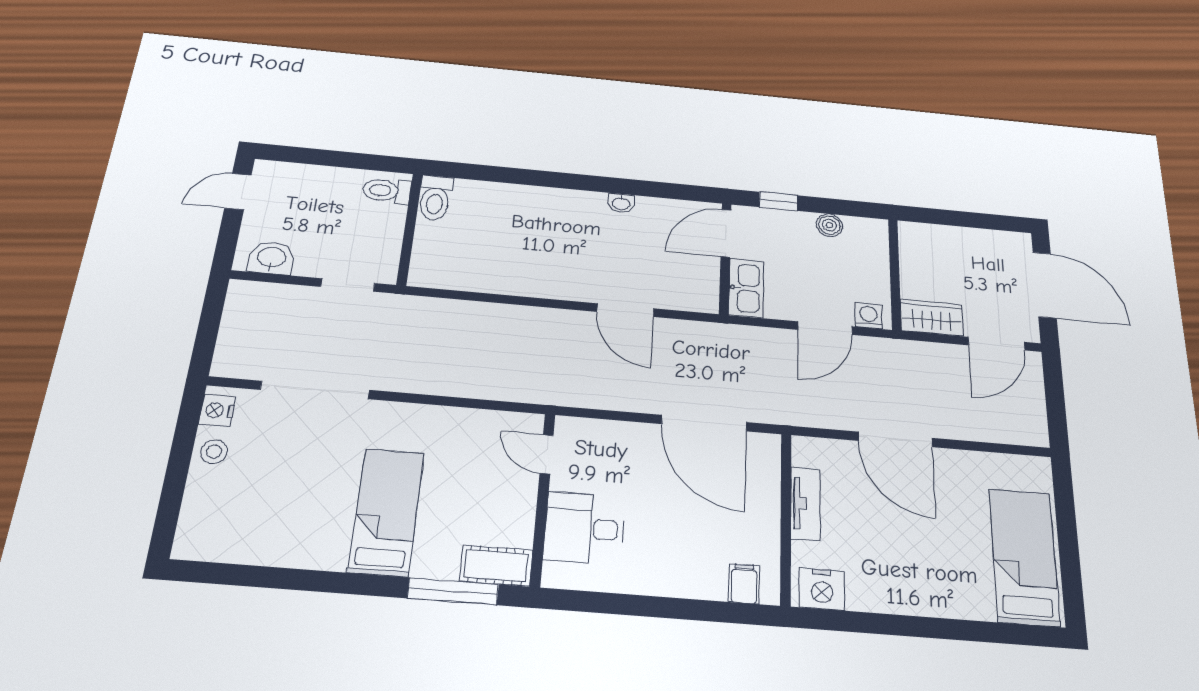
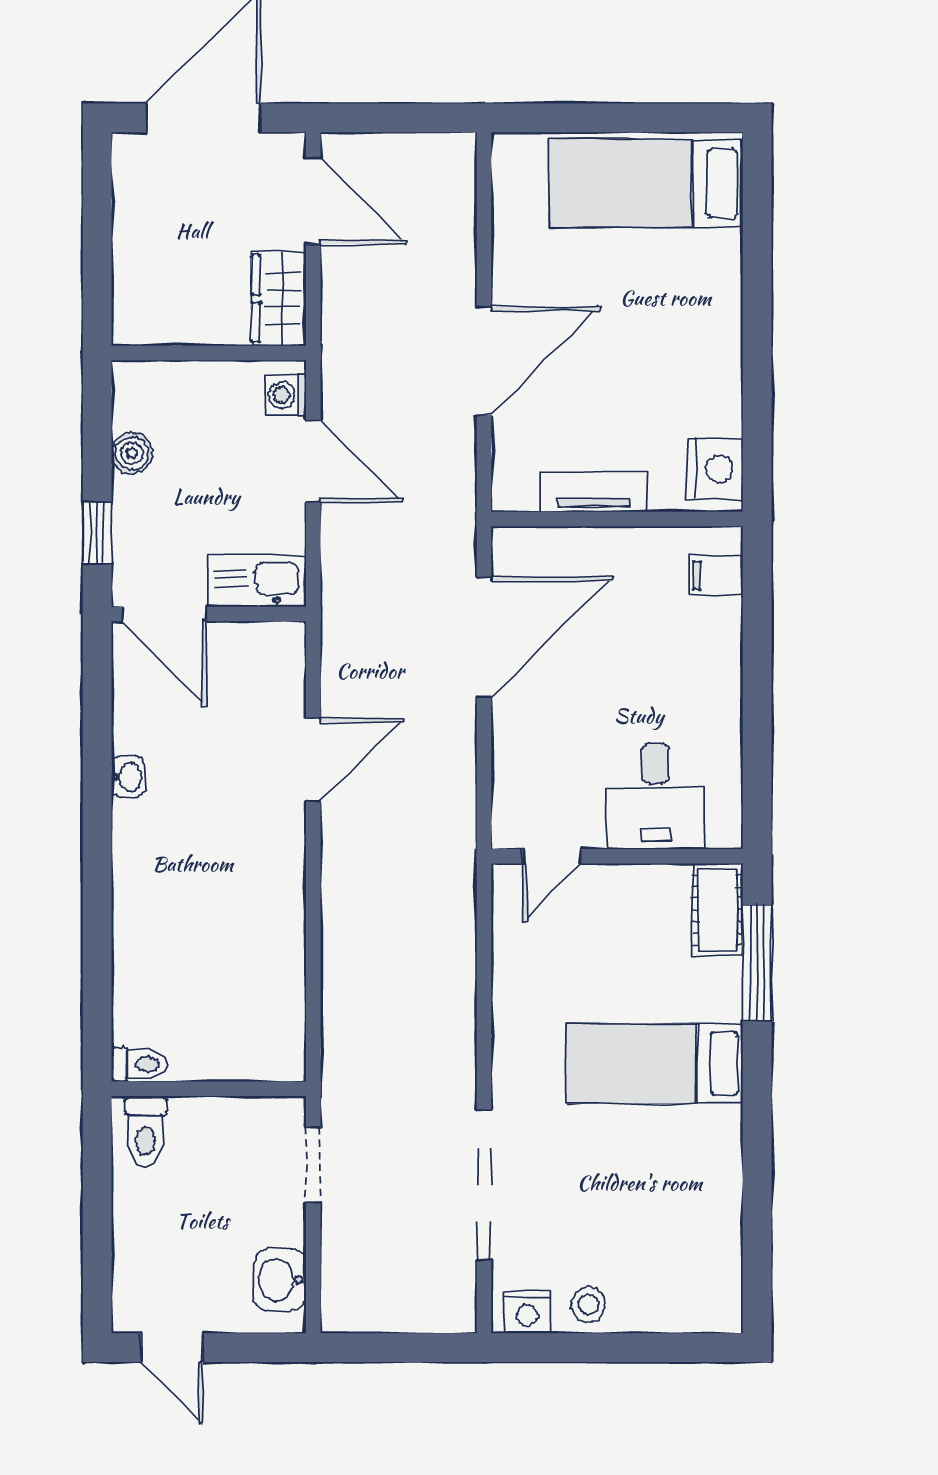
toilet: (435, 198) -> (140, 1064), width x0.73, depth x0.72

